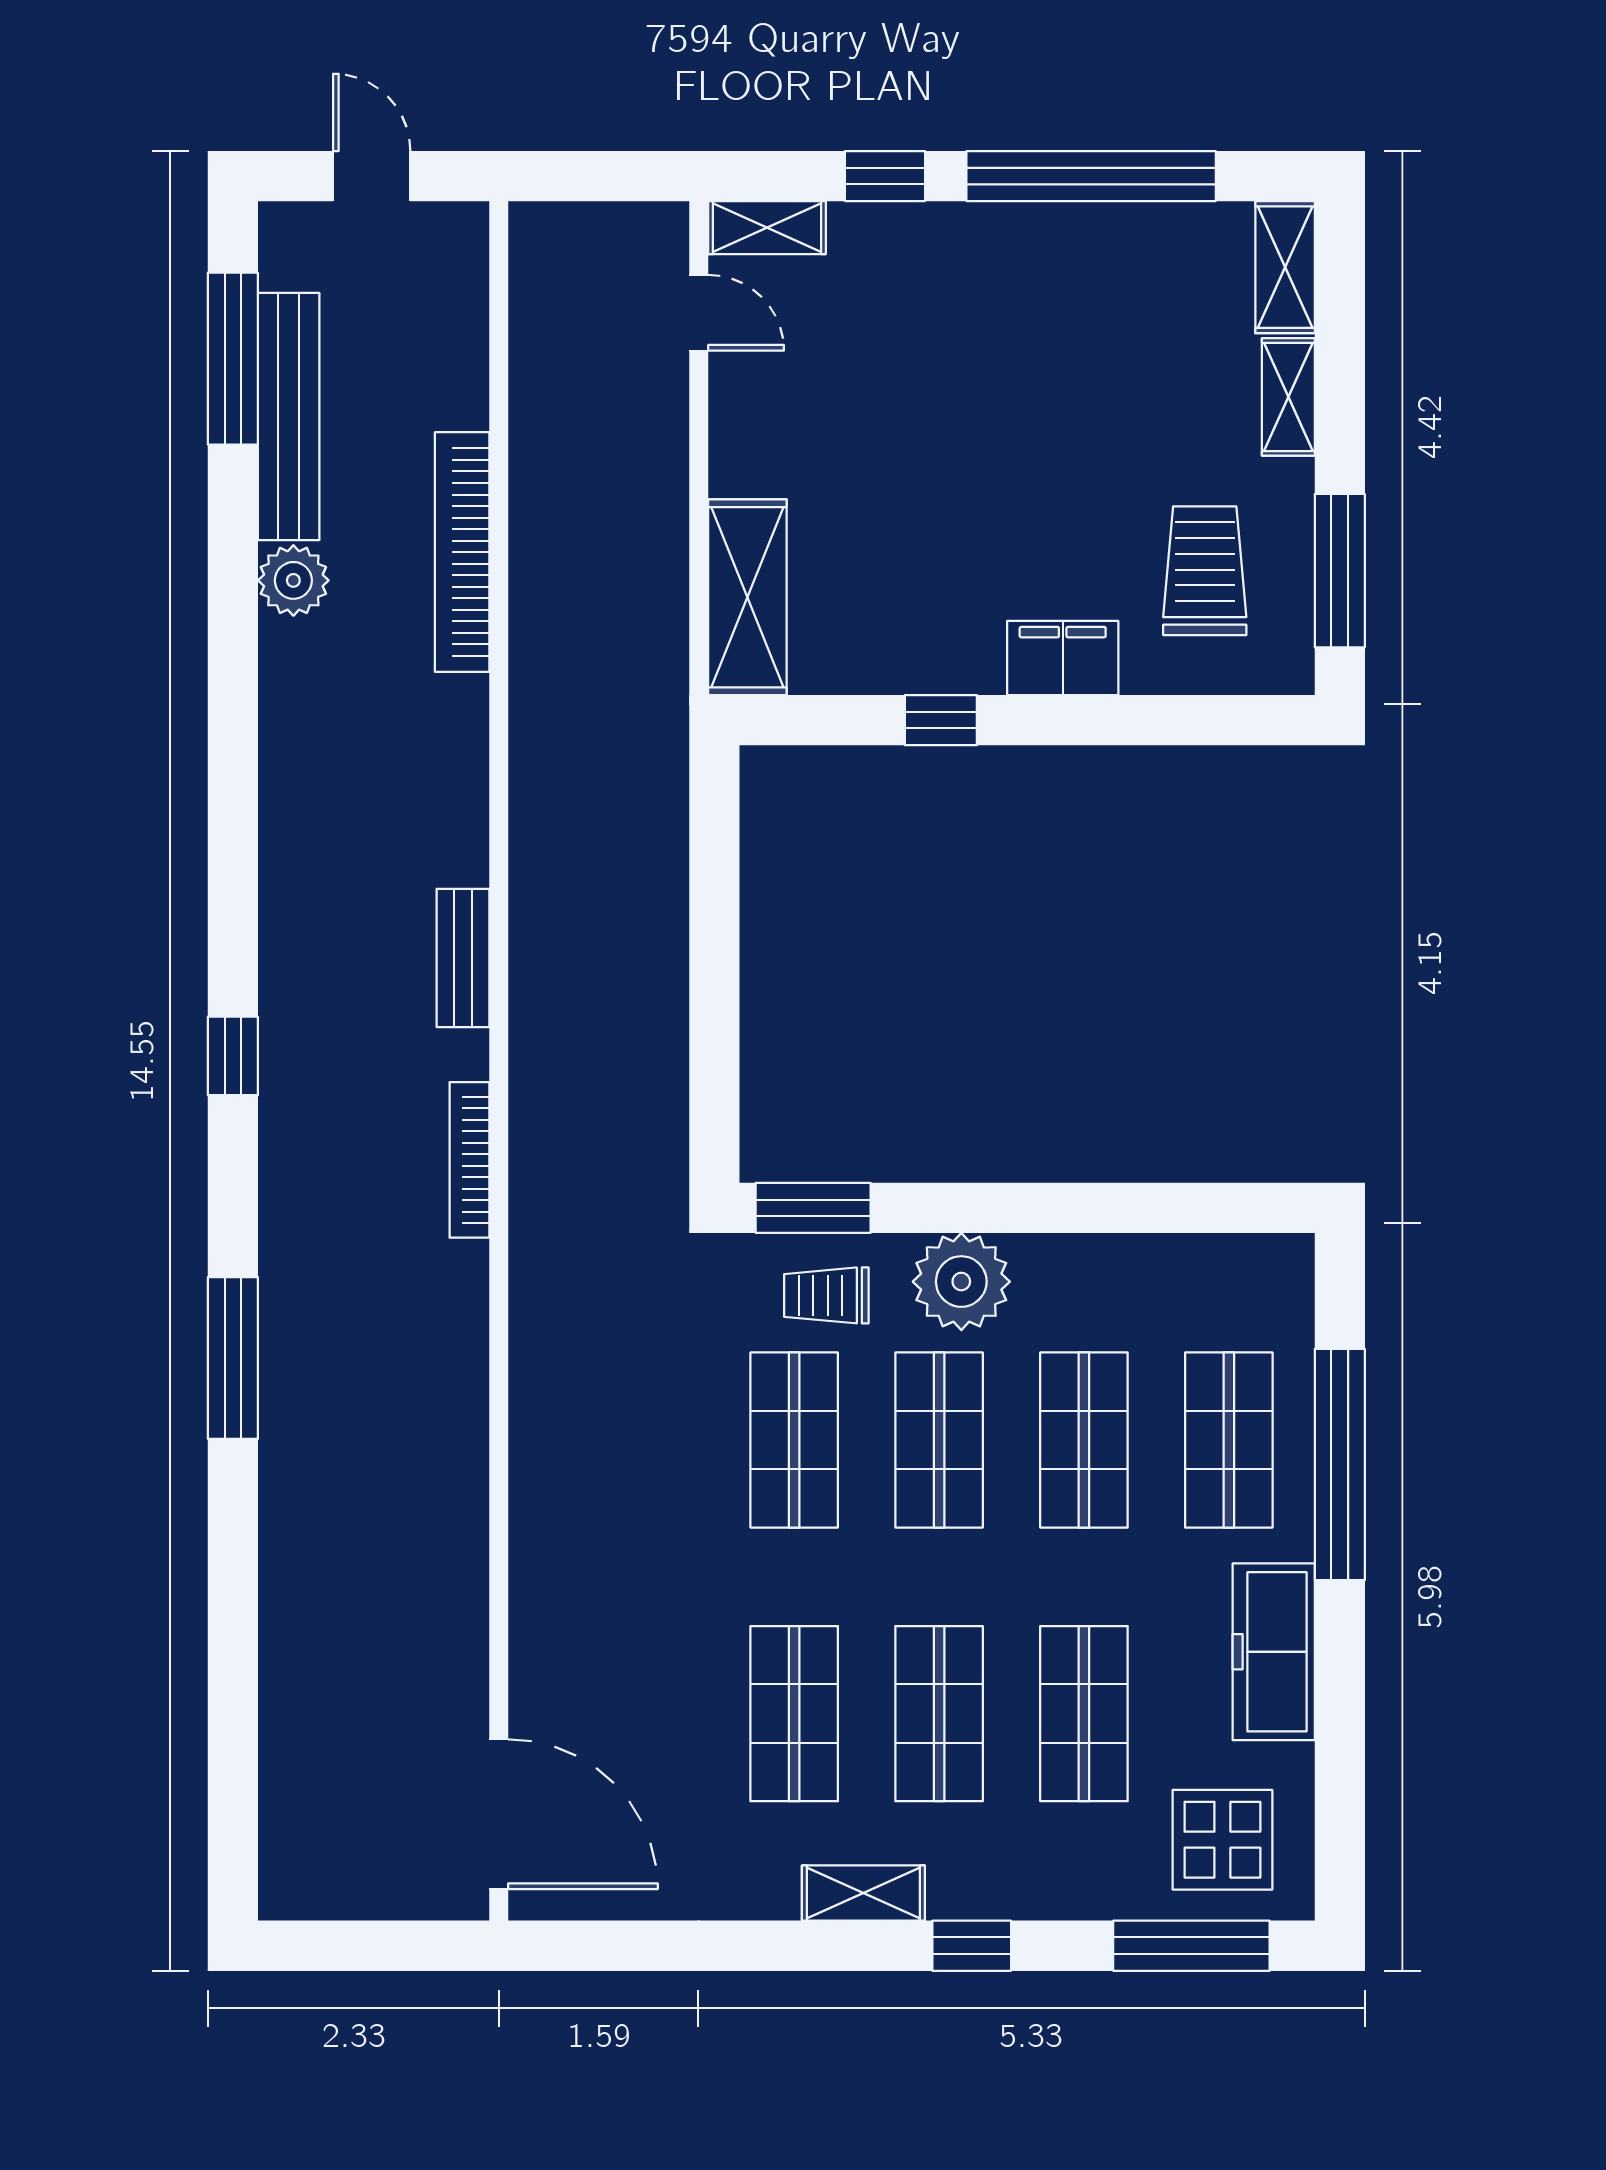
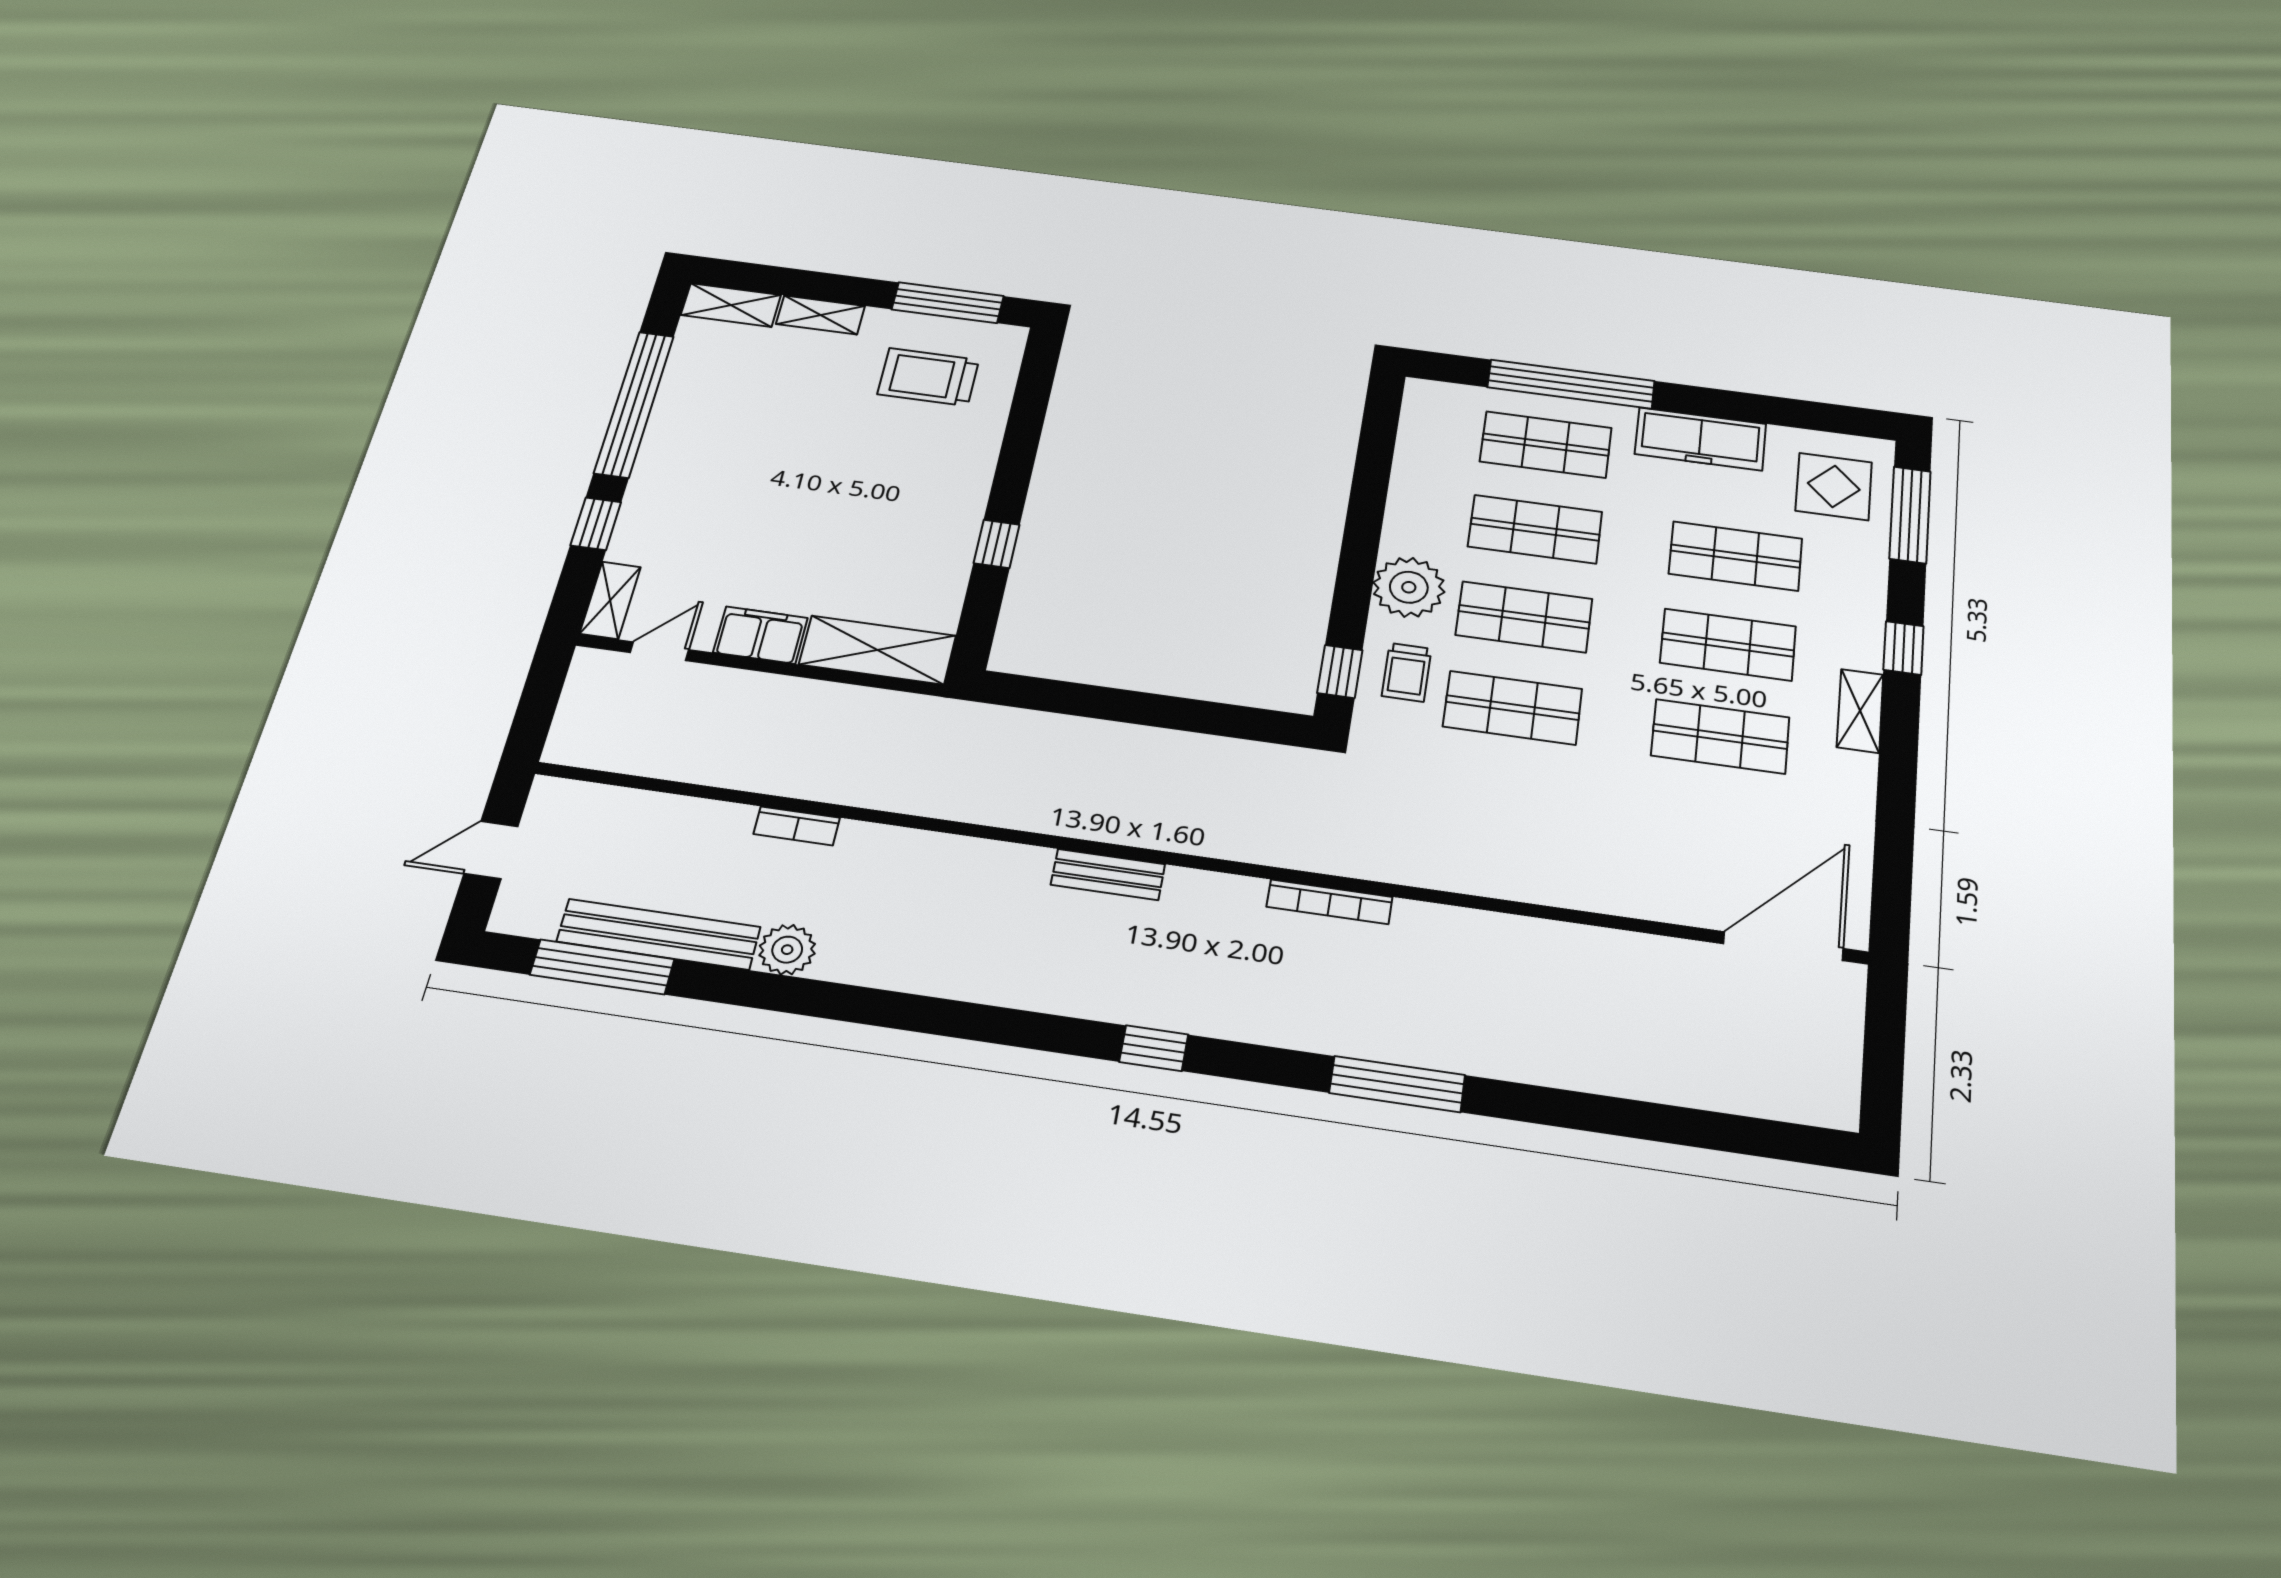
bookcase: (462, 552) -> (797, 826), width x0.43, depth x0.76
filing cabinet: (1063, 658) -> (760, 635), moved, turned 90
bookcase: (469, 1160) -> (1330, 902), moved
window: (813, 1208) -> (1340, 672), width x0.67

